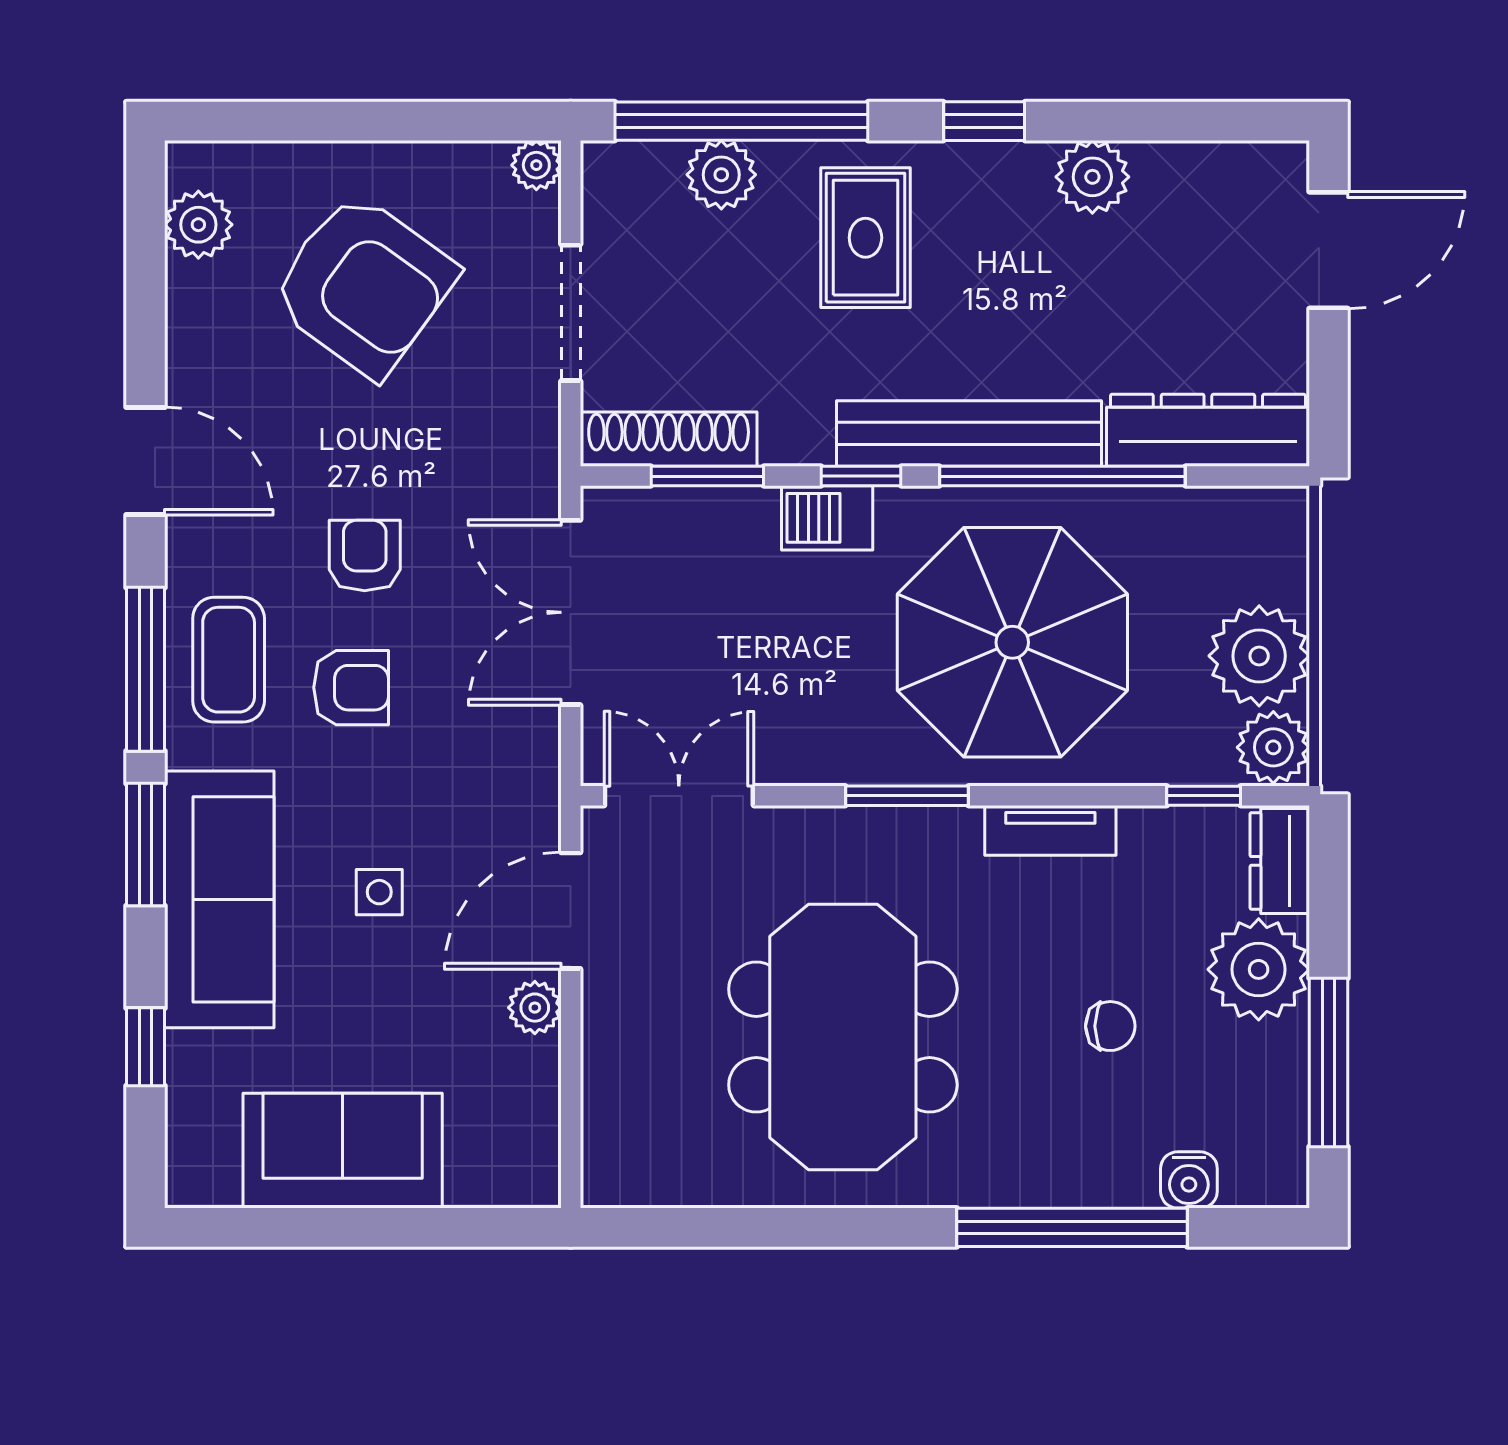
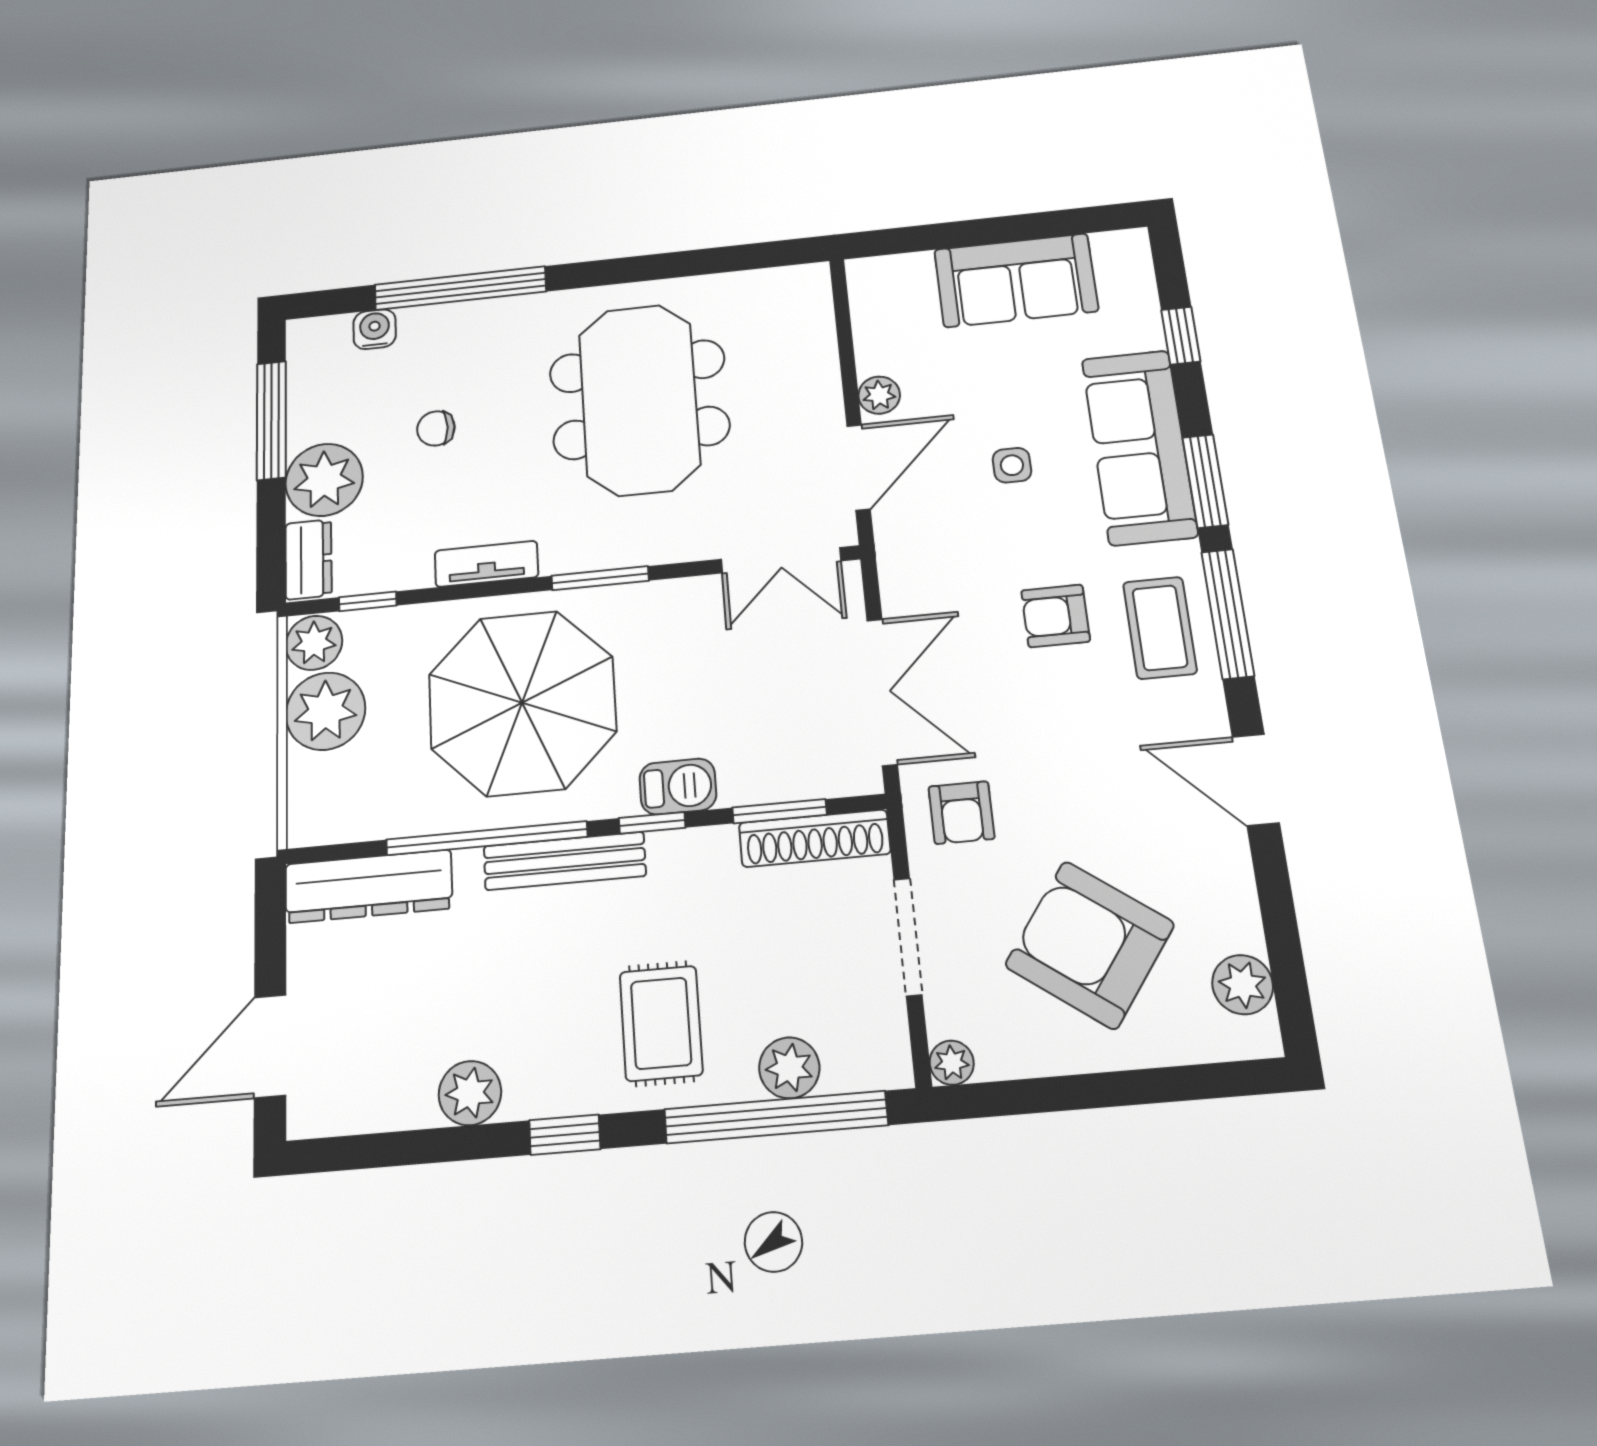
bench: (969, 433) -> (565, 861), width x0.73, depth x0.82
armchair: (365, 555) -> (961, 813), moved

